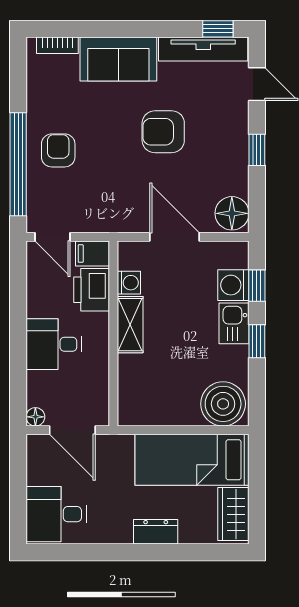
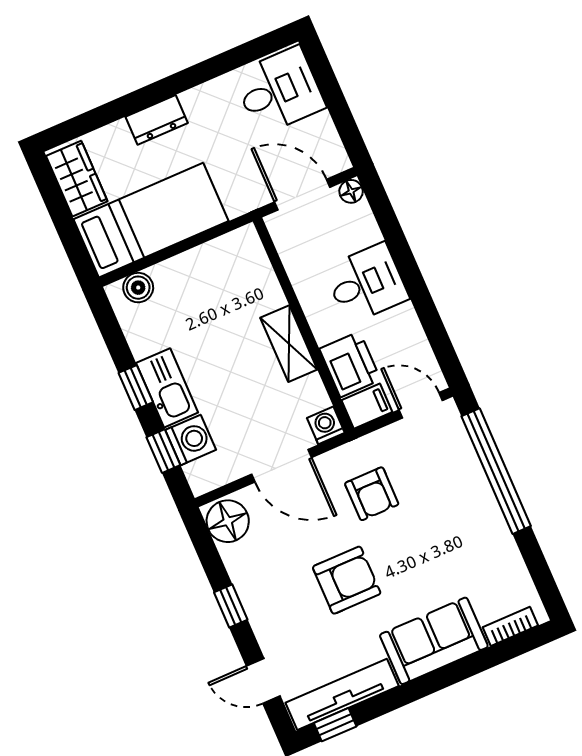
armchair: (58, 150) -> (372, 494), moved
washing machine: (129, 283) -> (326, 425), moved, turned 90
kitchen sink: (234, 323) -> (167, 388), width x1.38
boiler: (223, 404) -> (138, 288), width x0.54, depth x0.54

